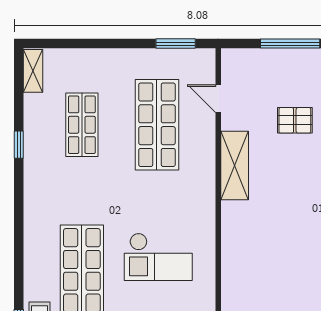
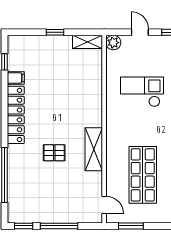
door: (218, 99) -> (104, 205), moved
pallet: (295, 120) -> (54, 153), moved

